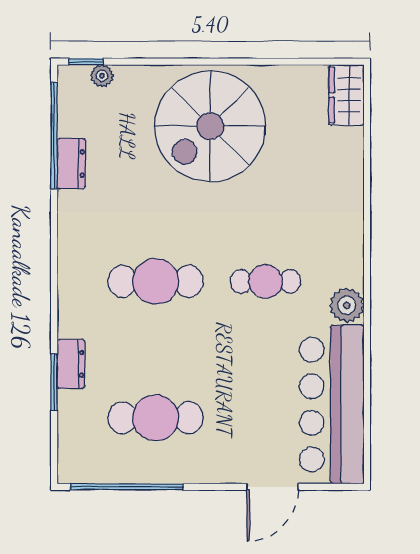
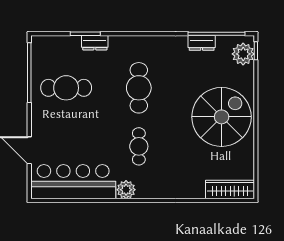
plant: (102, 76) -> (243, 54), width x1.88, depth x1.88
wardrobe: (346, 95) -> (230, 190), width x1.50
spiral stairs: (210, 126) -> (222, 117), turned 90
cafe table: (156, 418) -> (66, 88), turned 90

